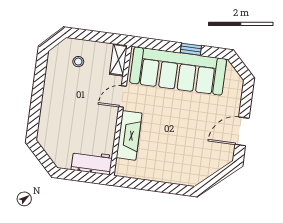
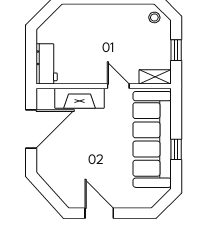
window: (95, 36) -> (176, 50), added
stool: (78, 62) -> (154, 17), moved
door: (152, 186) -> (31, 129), added

